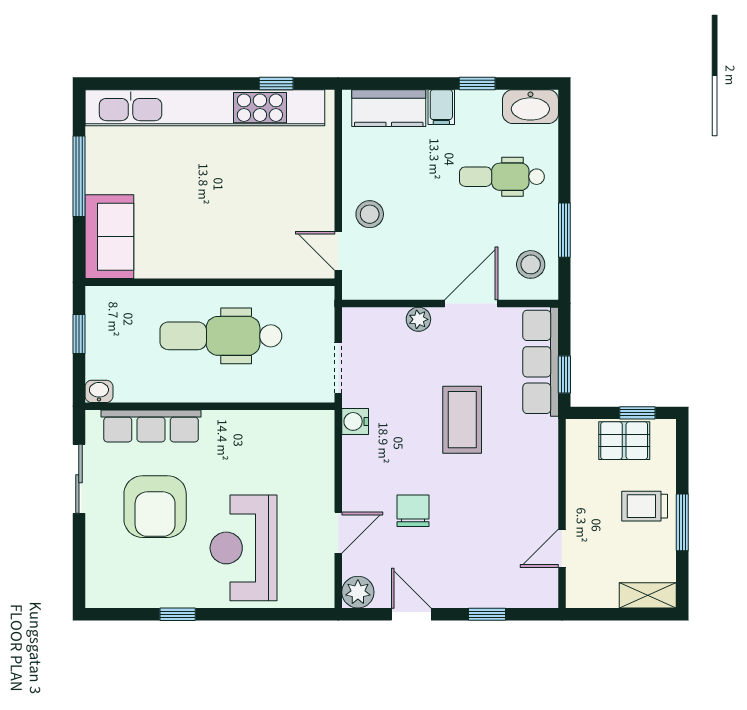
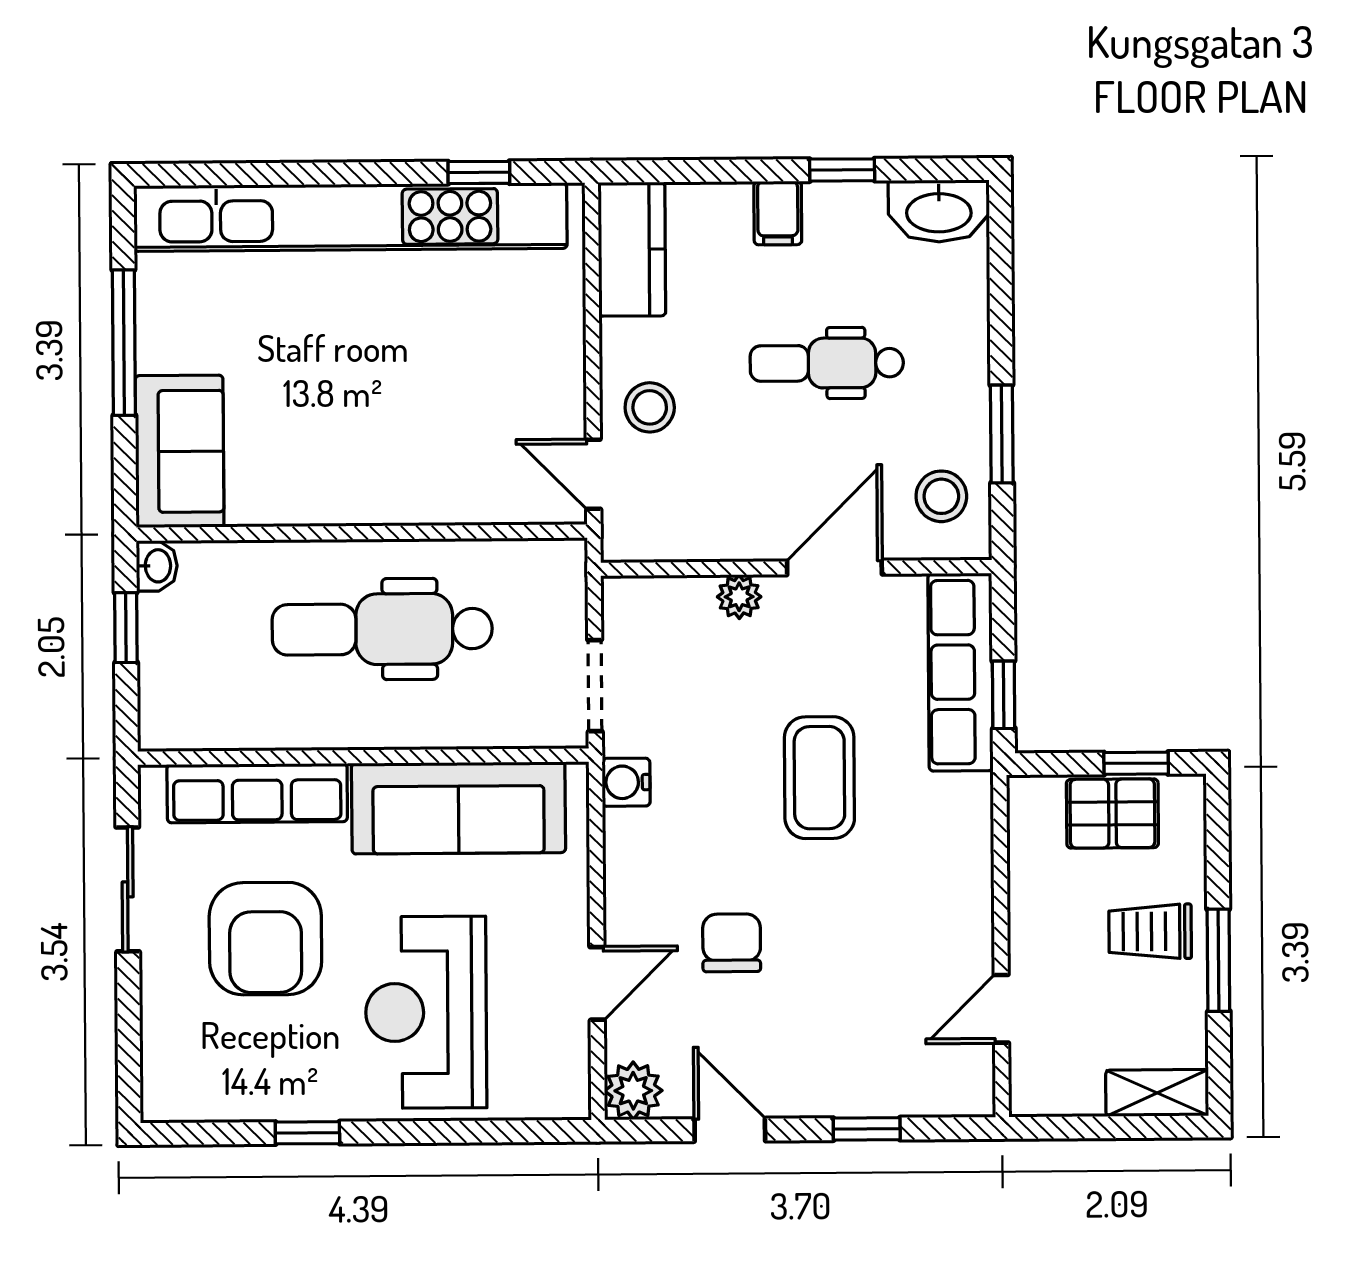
kitchen counter: (389, 108) -> (632, 249), moved, turned -90
dental chair: (502, 177) -> (827, 363), moved
washbasin: (99, 391) -> (157, 566), moved, turned 90
sofa: (262, 435) -> (459, 808), added

